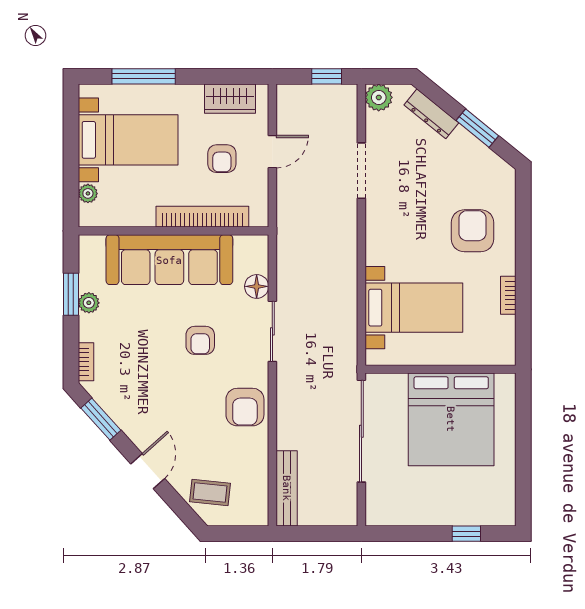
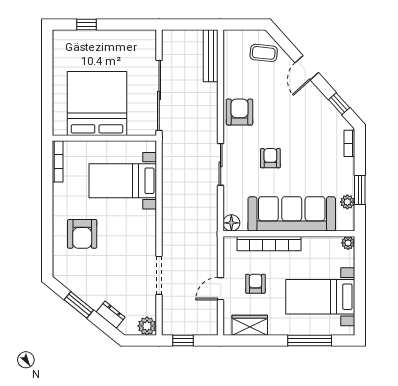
dresser: (431, 114) -> (111, 315), width x0.70
plant: (88, 193) -> (348, 243), moved
floor lamp: (257, 286) -> (231, 223), moved
bookcase: (508, 295) -> (58, 161), moved, width x1.56
plant: (89, 303) -> (347, 202), moved
window: (101, 419) -> (339, 104), width x0.67

